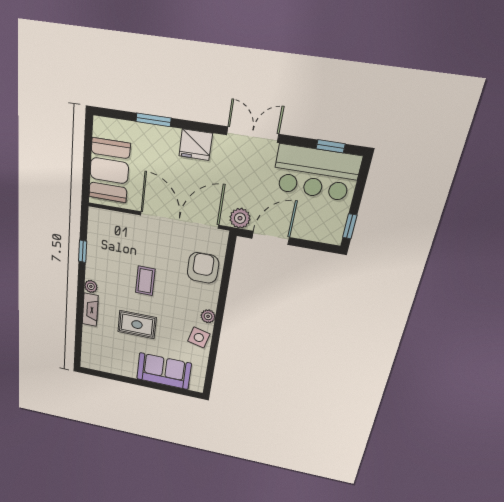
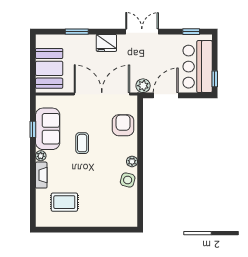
bar counter: (316, 173) -> (198, 67), moved, turned 90
rug: (137, 325) -> (64, 202), moved
sofa: (164, 371) -> (48, 129), moved, turned 90

